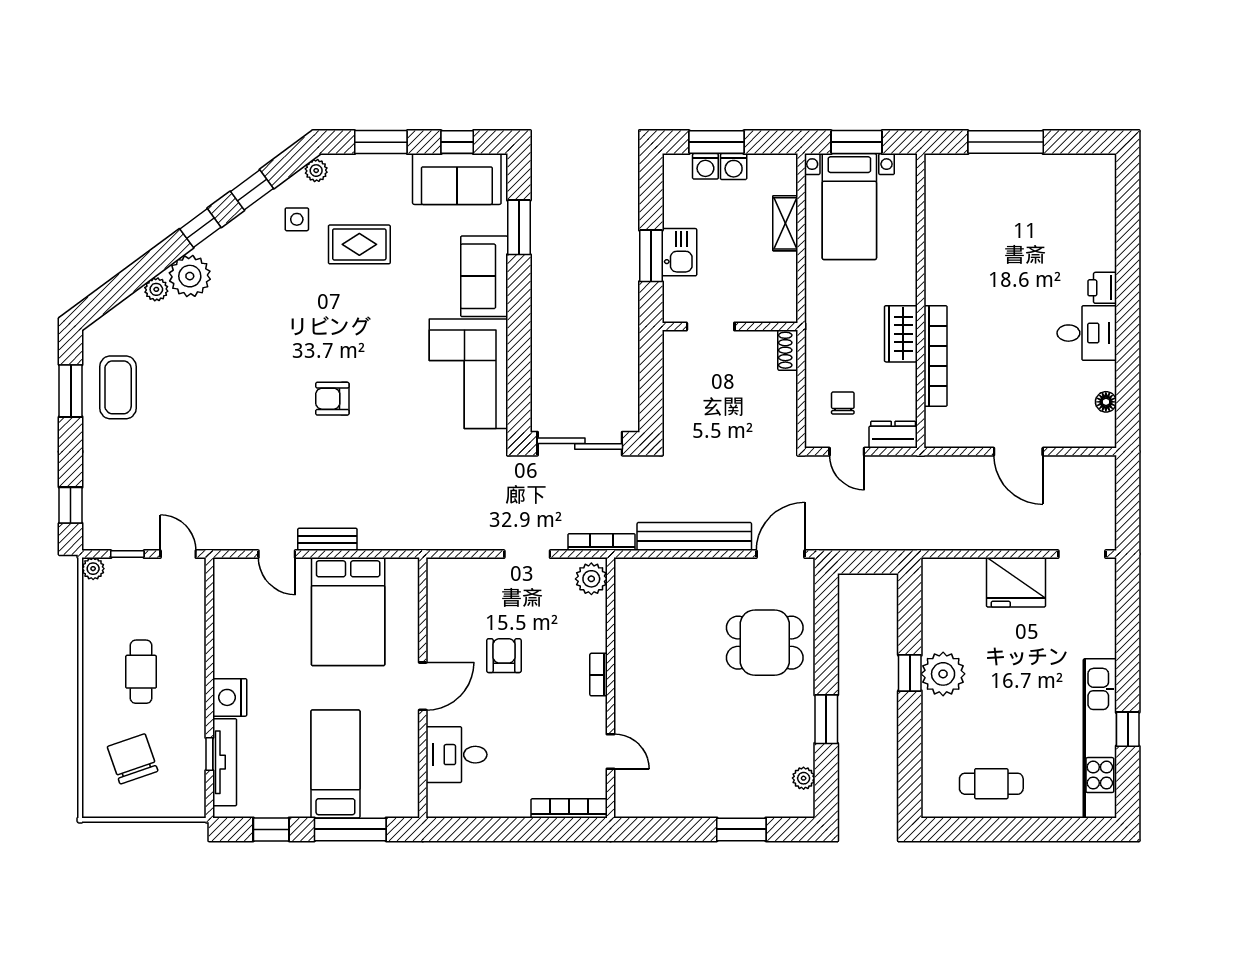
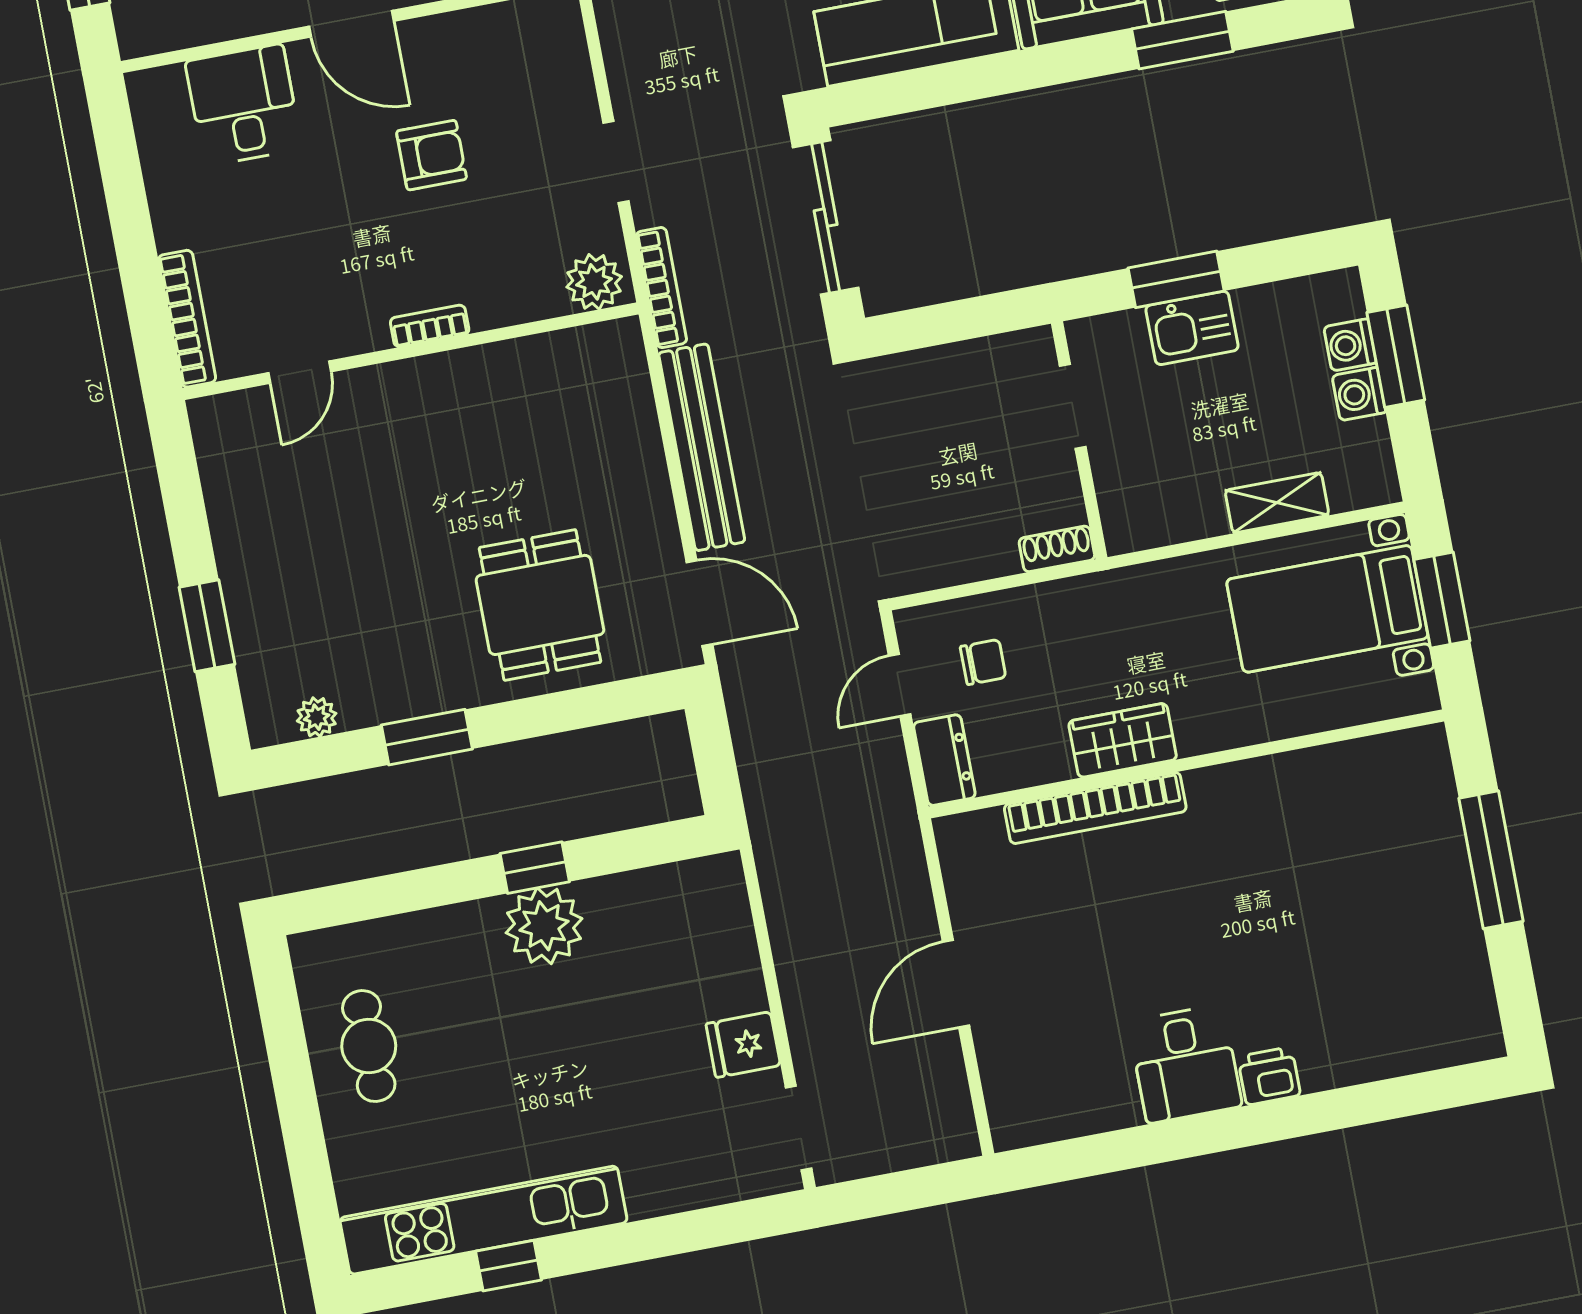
floor lamp: (1106, 402) -> (1072, 1120), removed
fridge: (1016, 582) -> (743, 1045), width x0.53, depth x0.75

